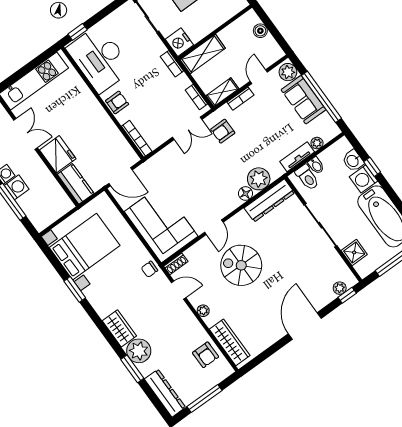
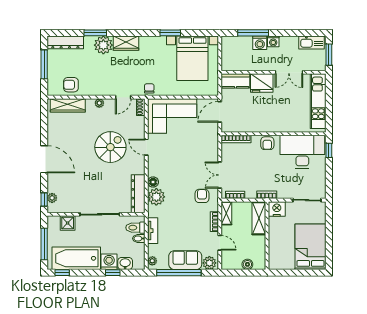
plant: (317, 143) -> (152, 261), moved

